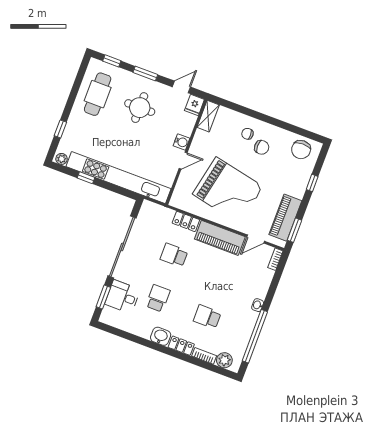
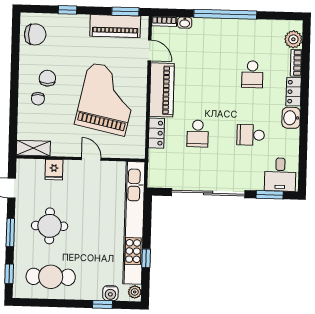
fridge: (194, 105) -> (54, 170), moved, turned 90
water cooler: (182, 142) -> (110, 293), moved, turned 180
desk: (123, 297) -> (280, 175), moved
washbasin: (258, 305) -> (185, 23), moved
window: (255, 336) -> (225, 14), moved

